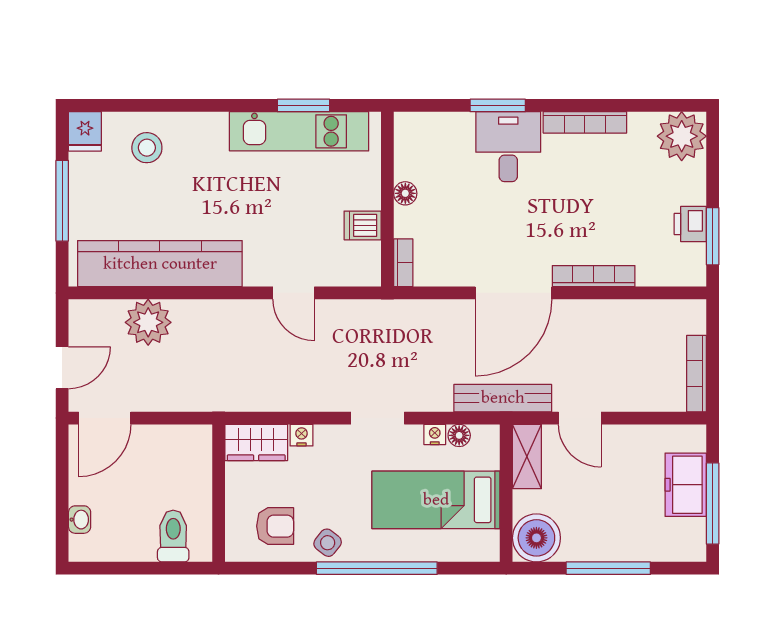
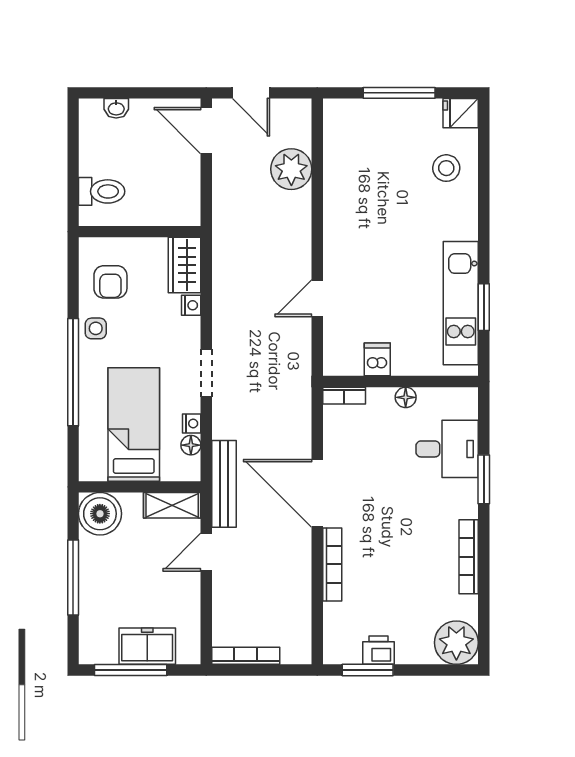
desk: (508, 147) -> (447, 449), moved
kitchen counter: (160, 264) -> (343, 180), removed
side table: (328, 543) -> (96, 328), turned -38

